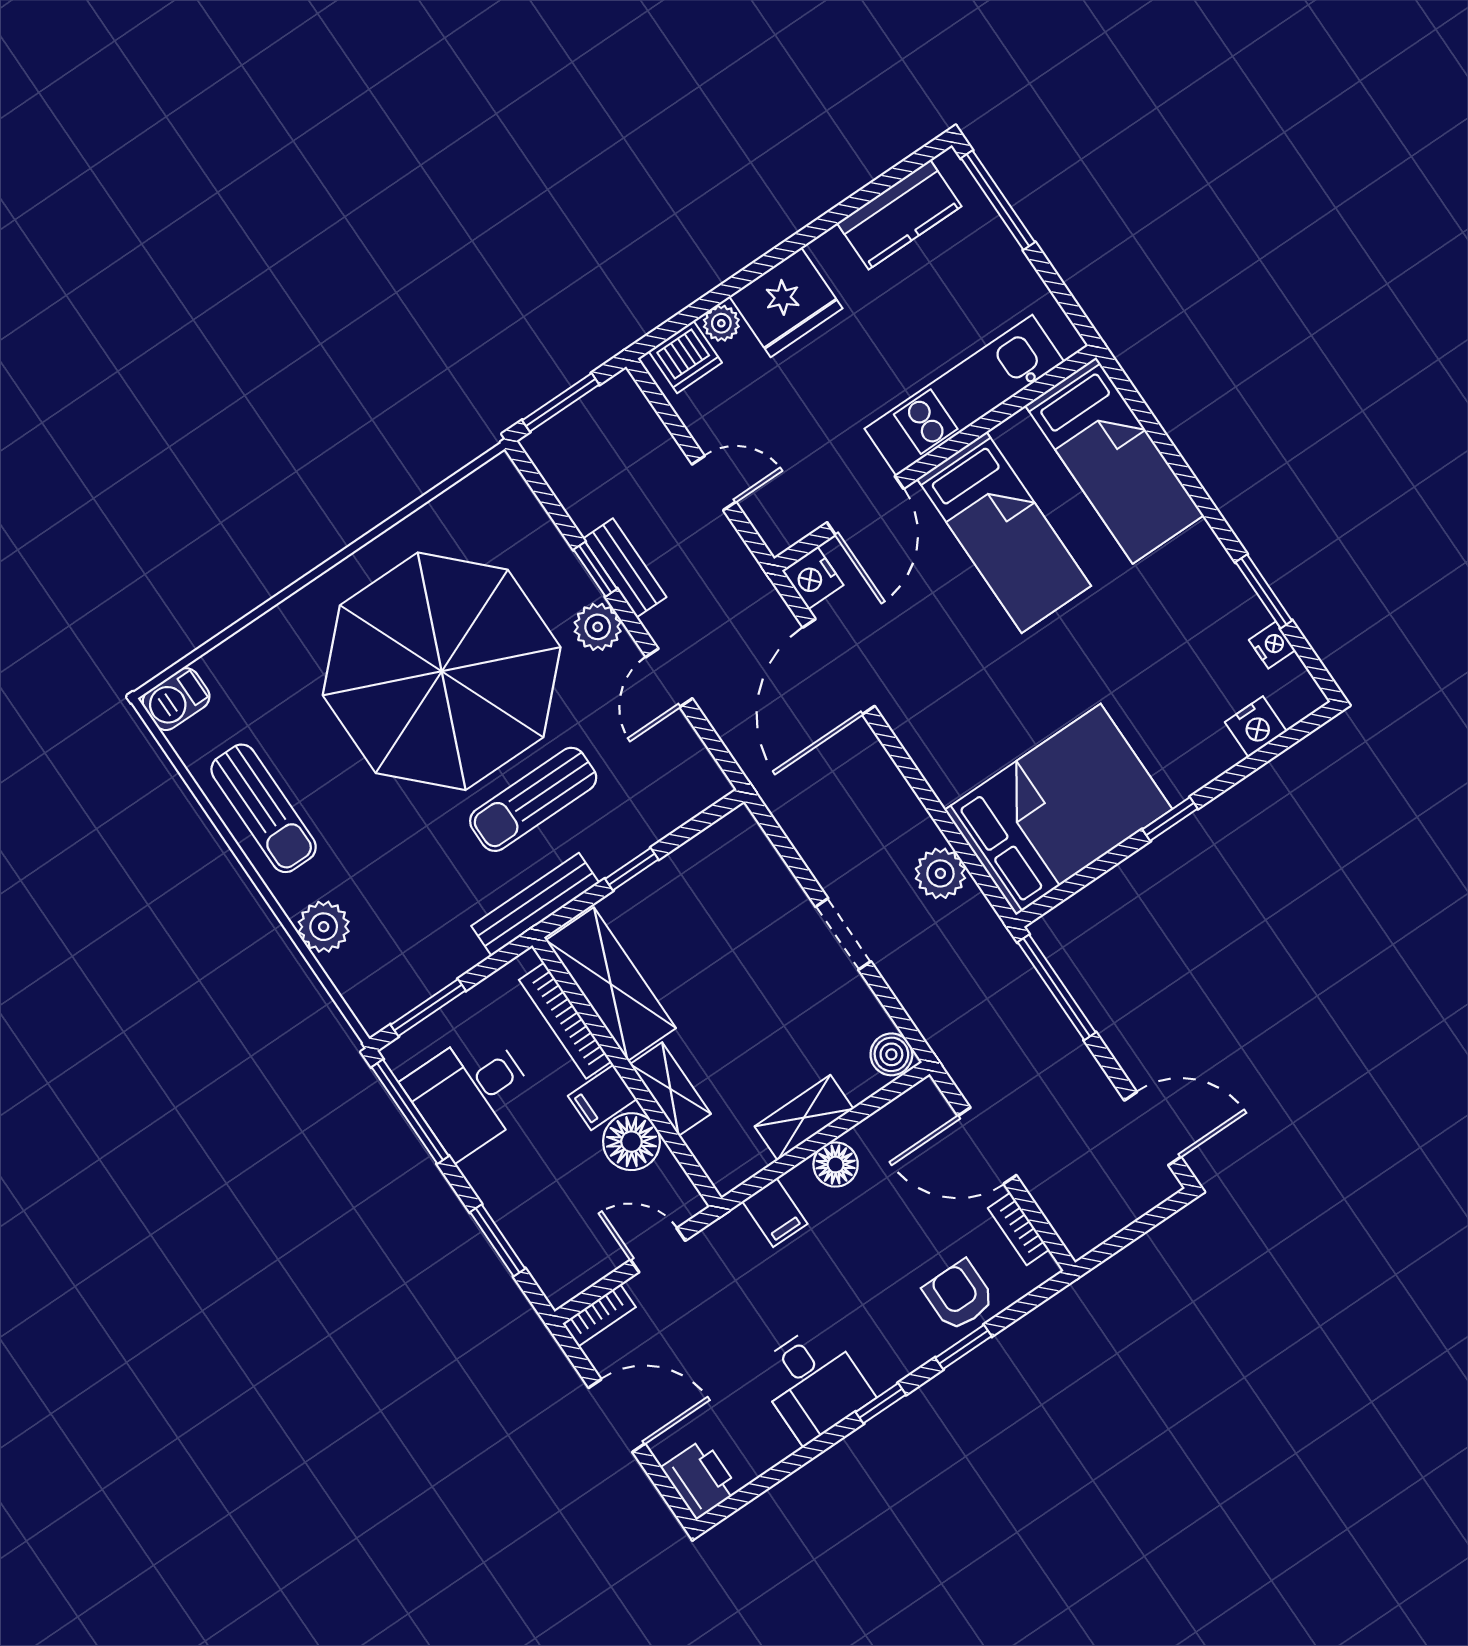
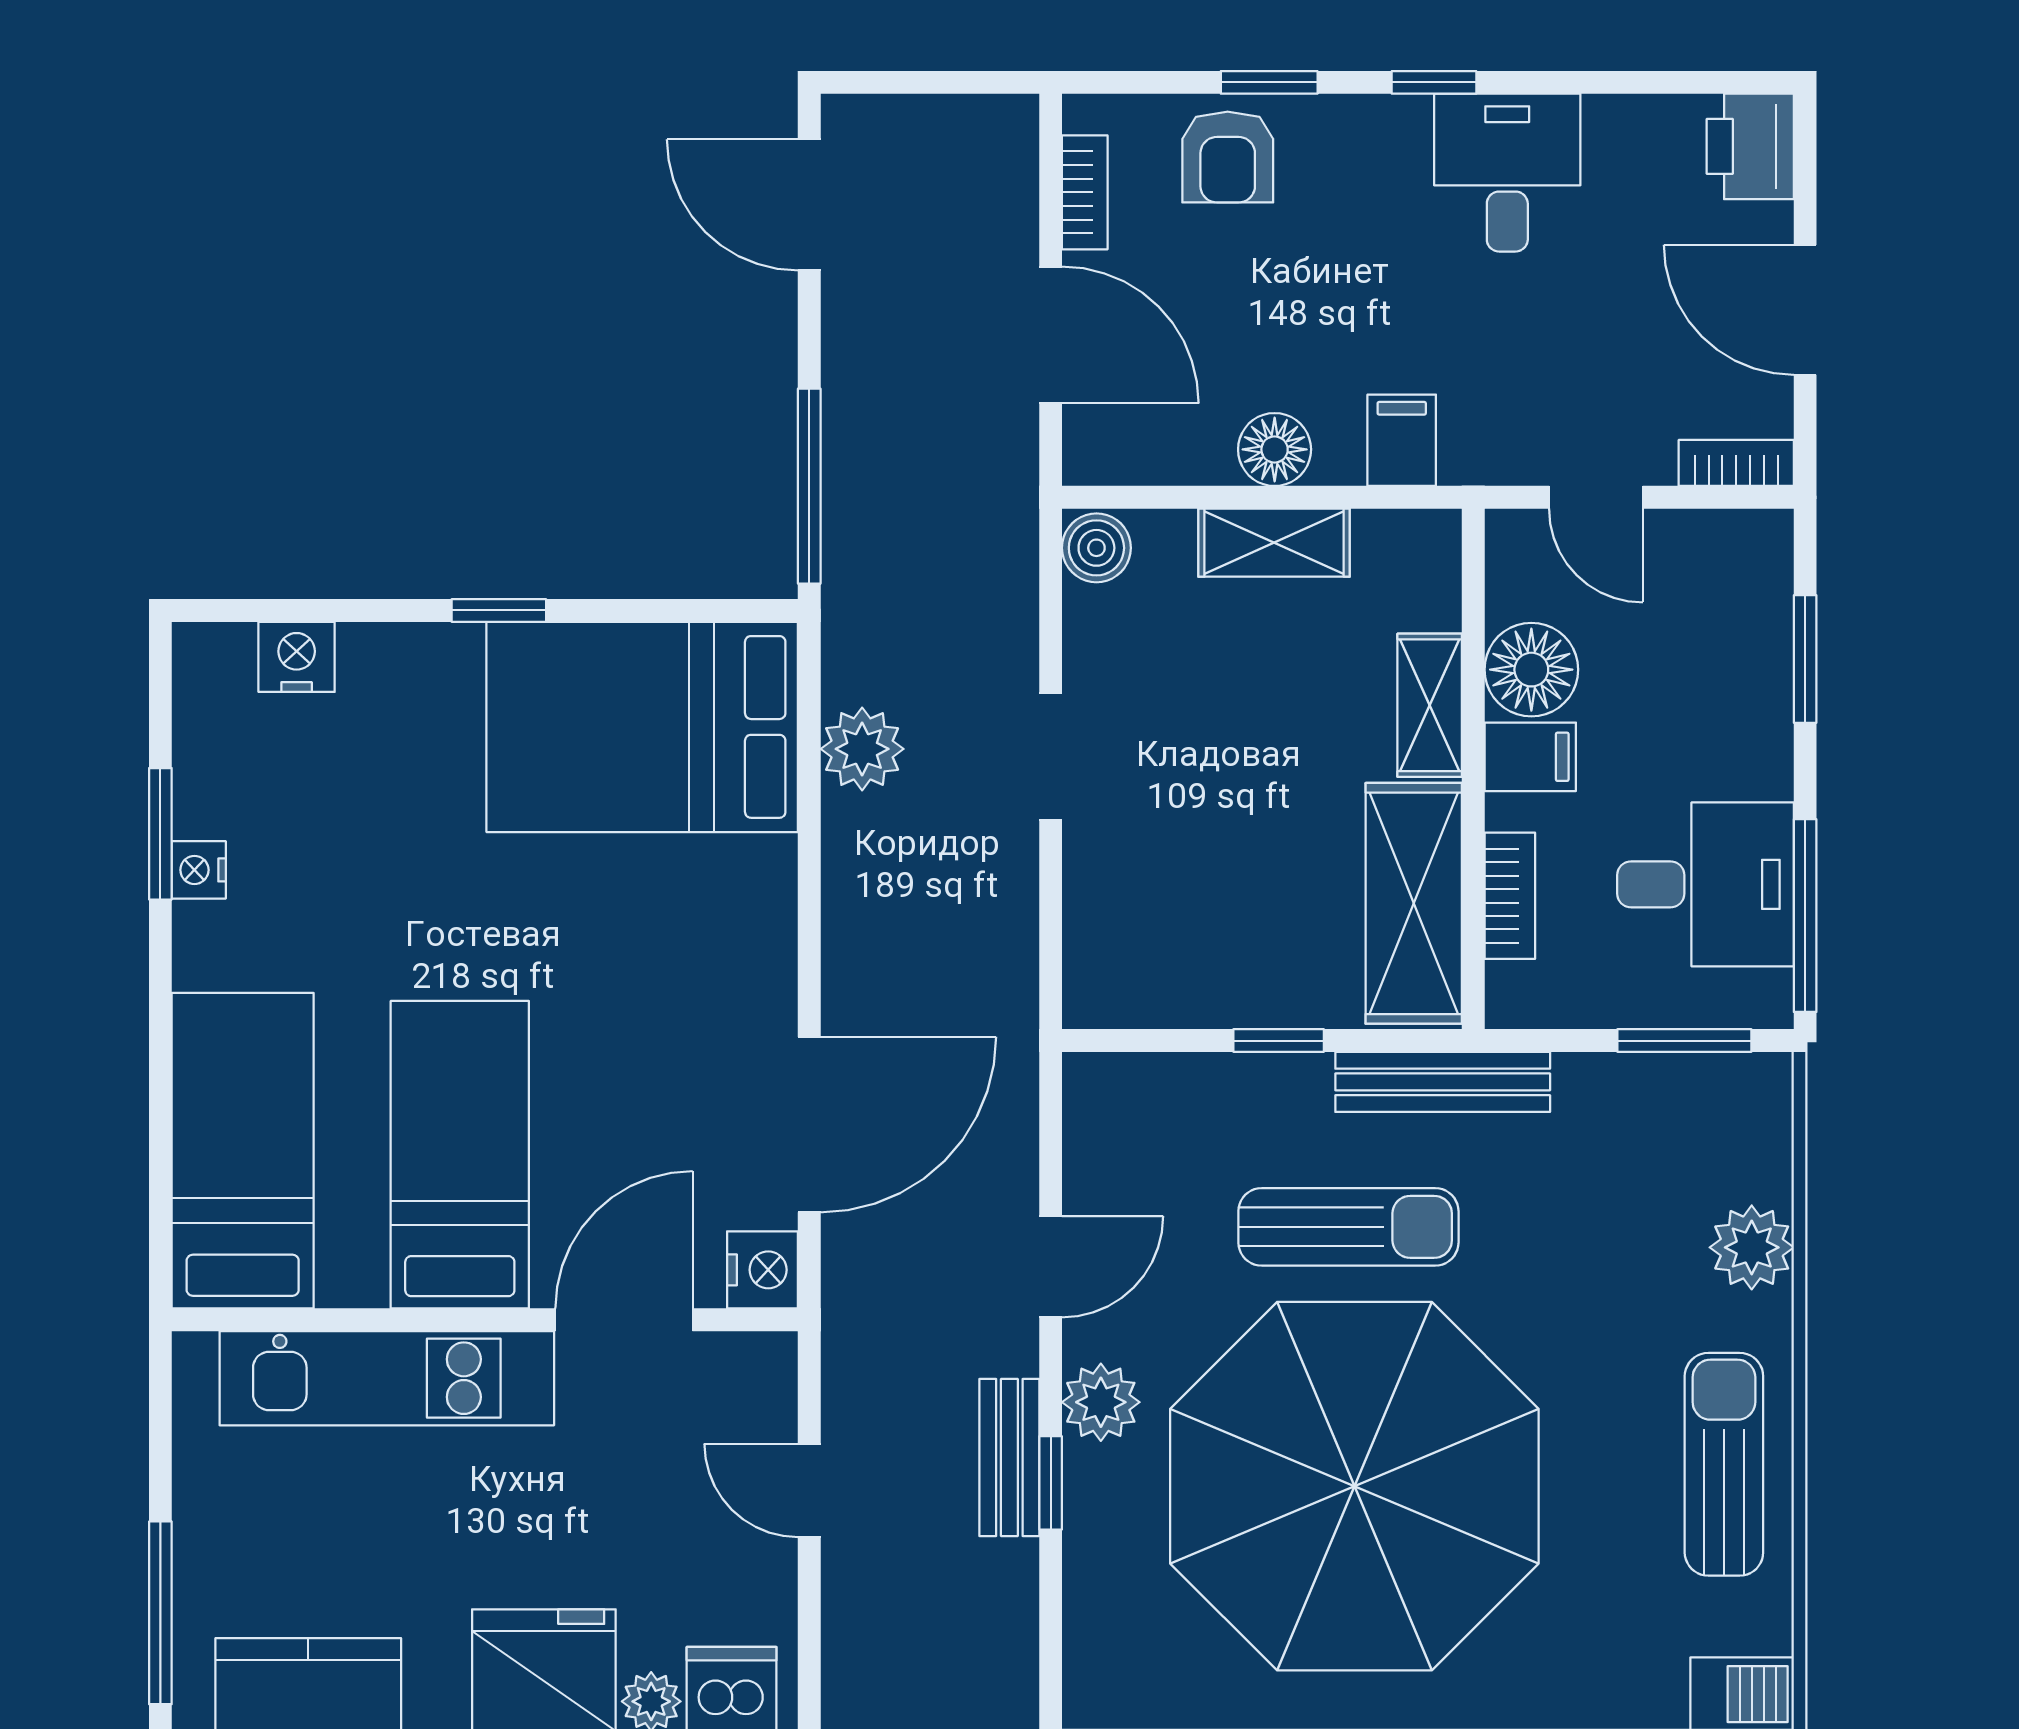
nightstand: (1272, 645) -> (199, 870), moved
bookcase: (565, 1021) -> (1510, 896), width x0.64

